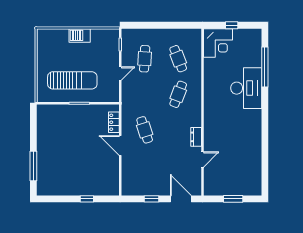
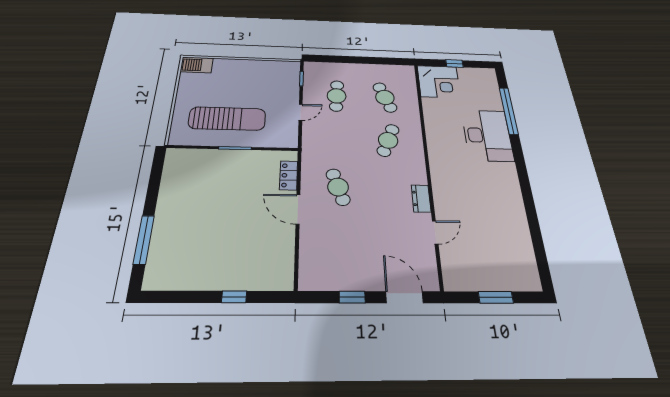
barbecue: (80, 35) -> (197, 65), moved

